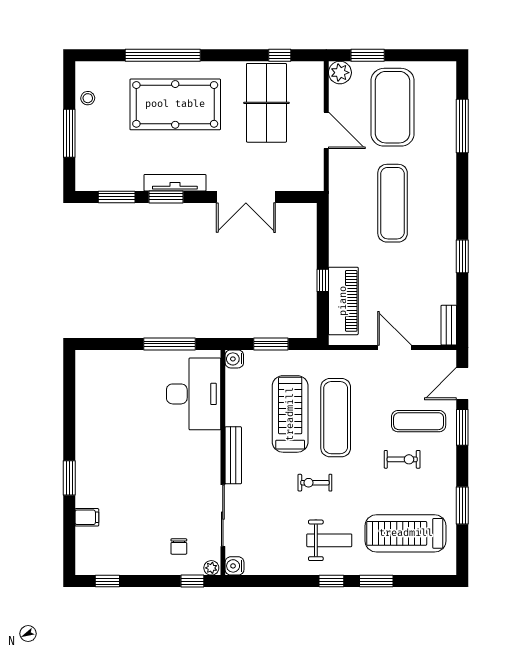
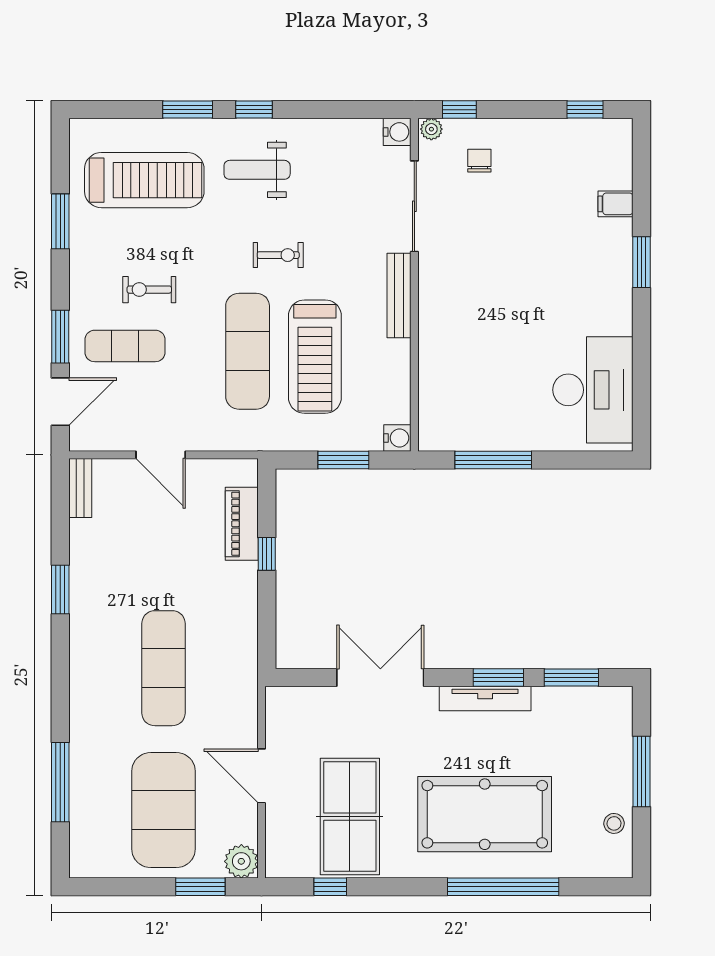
piano: (343, 301) -> (242, 524), width x0.73, depth x0.75
desk: (194, 394) -> (593, 390), moved, turned 180

